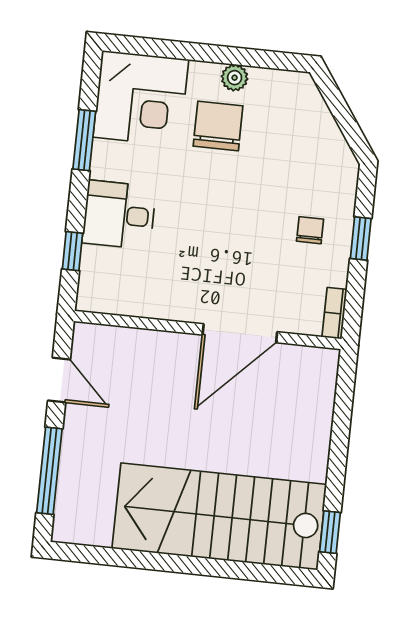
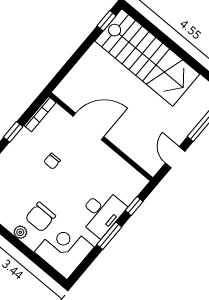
window: (84, 140) -> (109, 236), moved
desk: (119, 215) -> (101, 212), width x1.37
chair: (310, 230) -> (52, 161), moved
bookcase: (335, 313) -> (40, 114), width x1.56

